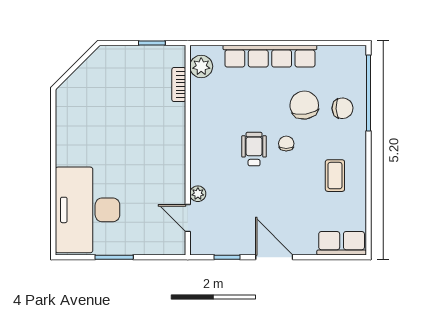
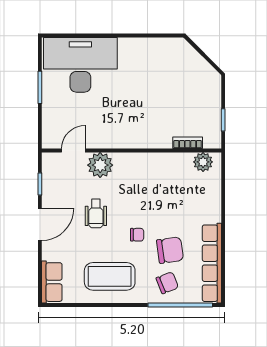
row of seats: (270, 56) -> (212, 263), moved
chair: (342, 108) -> (167, 283), turned -110
wheelchair: (254, 149) -> (96, 214), moved, turned 90
coffee table: (335, 176) -> (110, 276), width x1.86, depth x1.72
plant: (198, 194) -> (100, 165), width x1.87, depth x1.87

